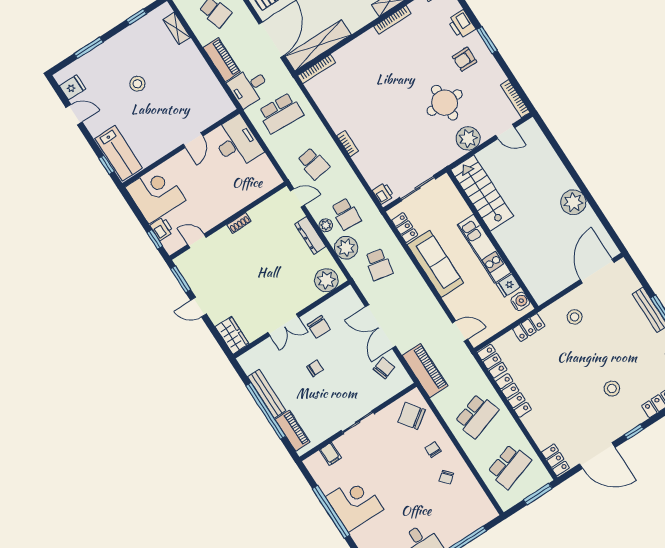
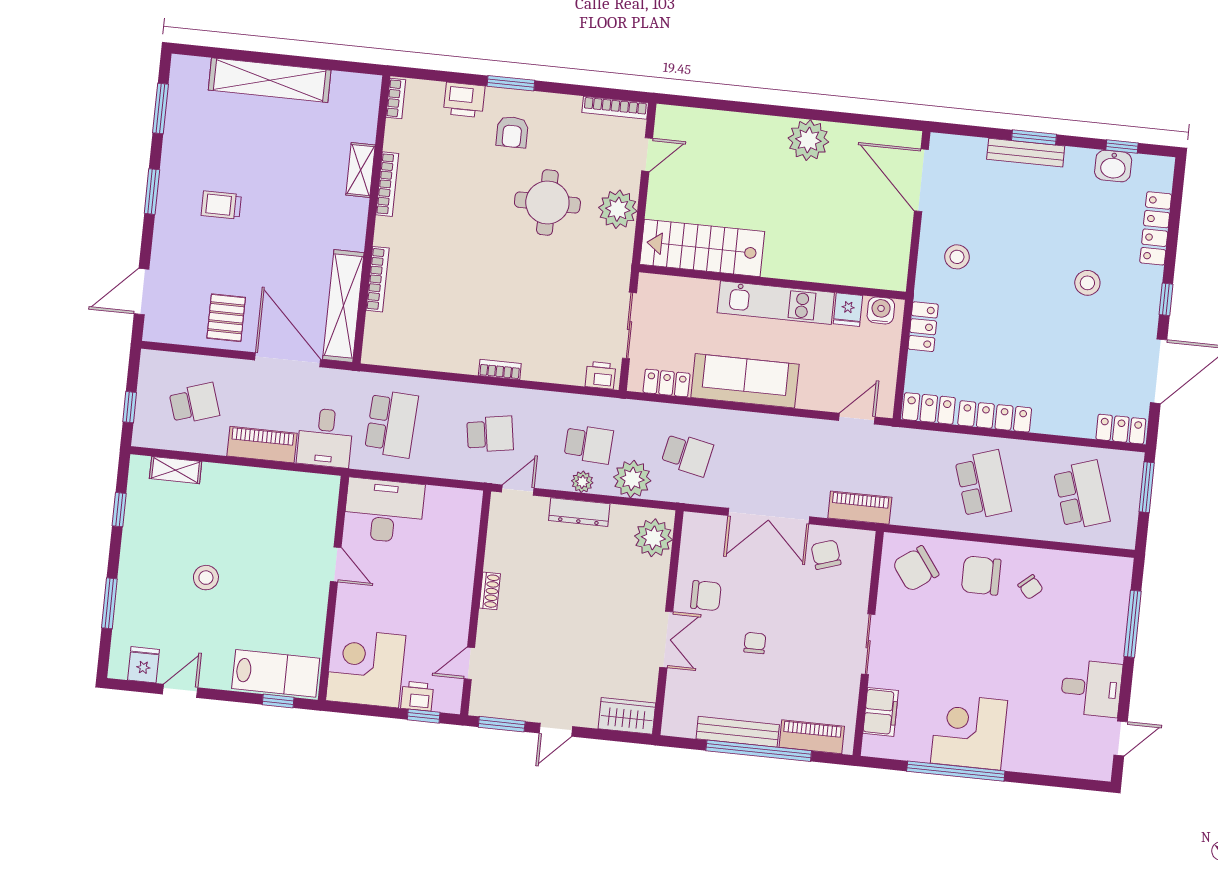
bookcase: (317, 69) -> (378, 279), moved
piano: (425, 371) -> (860, 508), width x0.73, depth x0.75
chair: (433, 449) -> (981, 576), width x1.87, depth x1.87
filing cabinet: (330, 454) -> (881, 712), width x2.00

